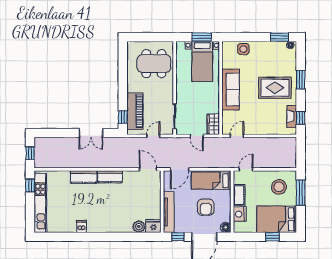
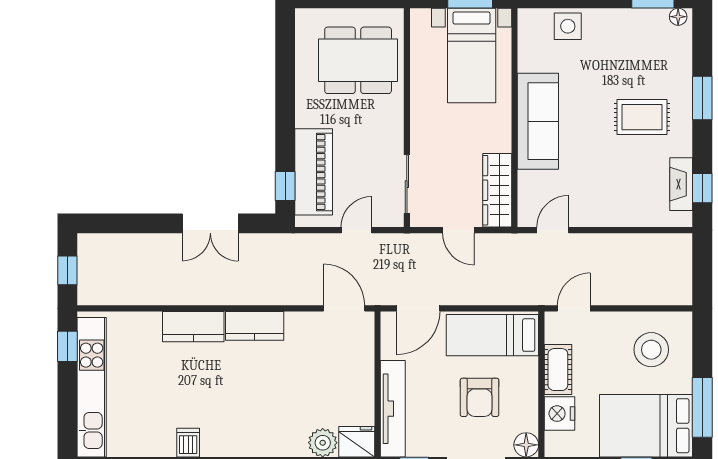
rug: (275, 88) -> (642, 117), width x0.73, depth x0.70
wardrobe: (213, 124) -> (497, 190), width x1.50
window: (301, 193) -> (702, 407), moved

